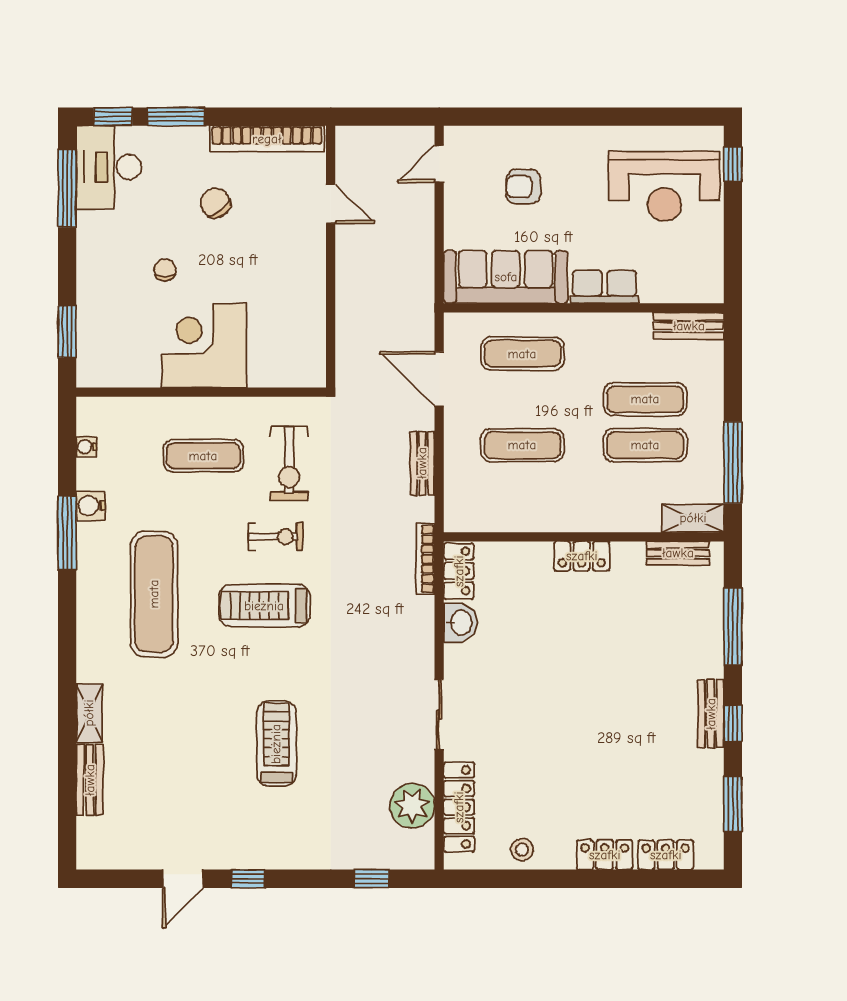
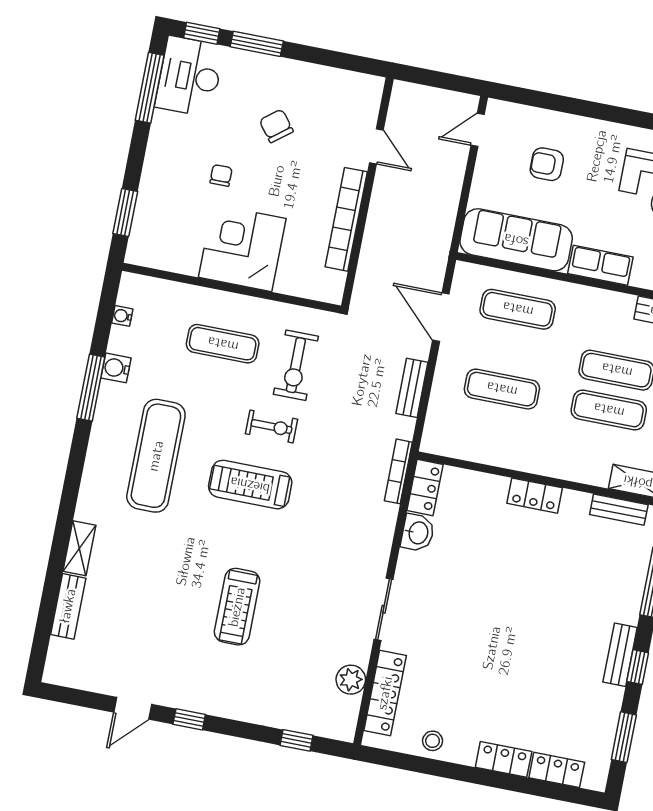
bookcase: (267, 139) -> (346, 219), moved, turned 90
treadmill: (276, 744) -> (237, 607), turned 180
plant: (412, 806) -> (351, 680), width x0.73, depth x0.73

